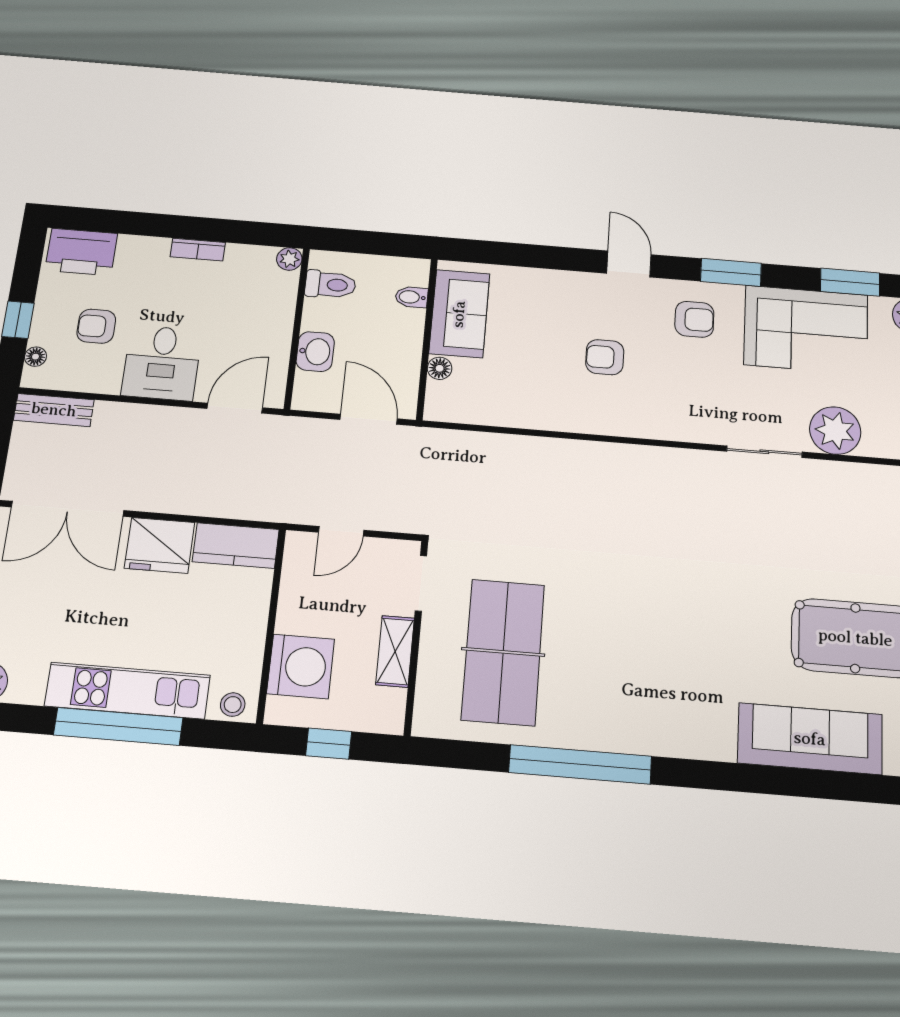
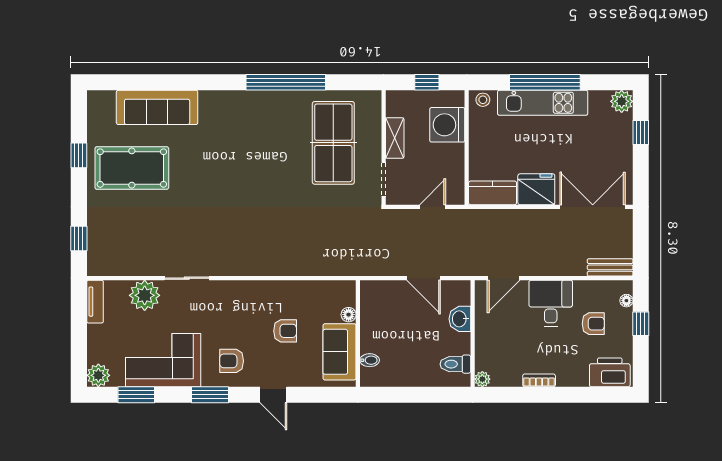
bidet: (412, 297) -> (370, 360), moved
sofa: (459, 314) -> (340, 352), moved
wall: (427, 339) -> (358, 333), moved
floor lamp: (440, 368) -> (349, 315), moved

